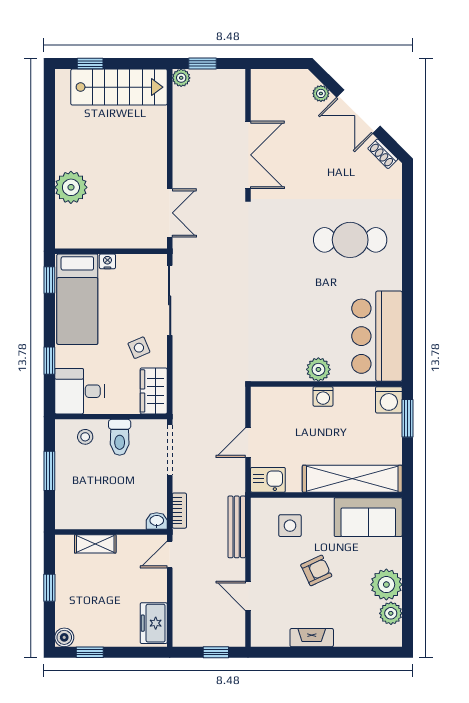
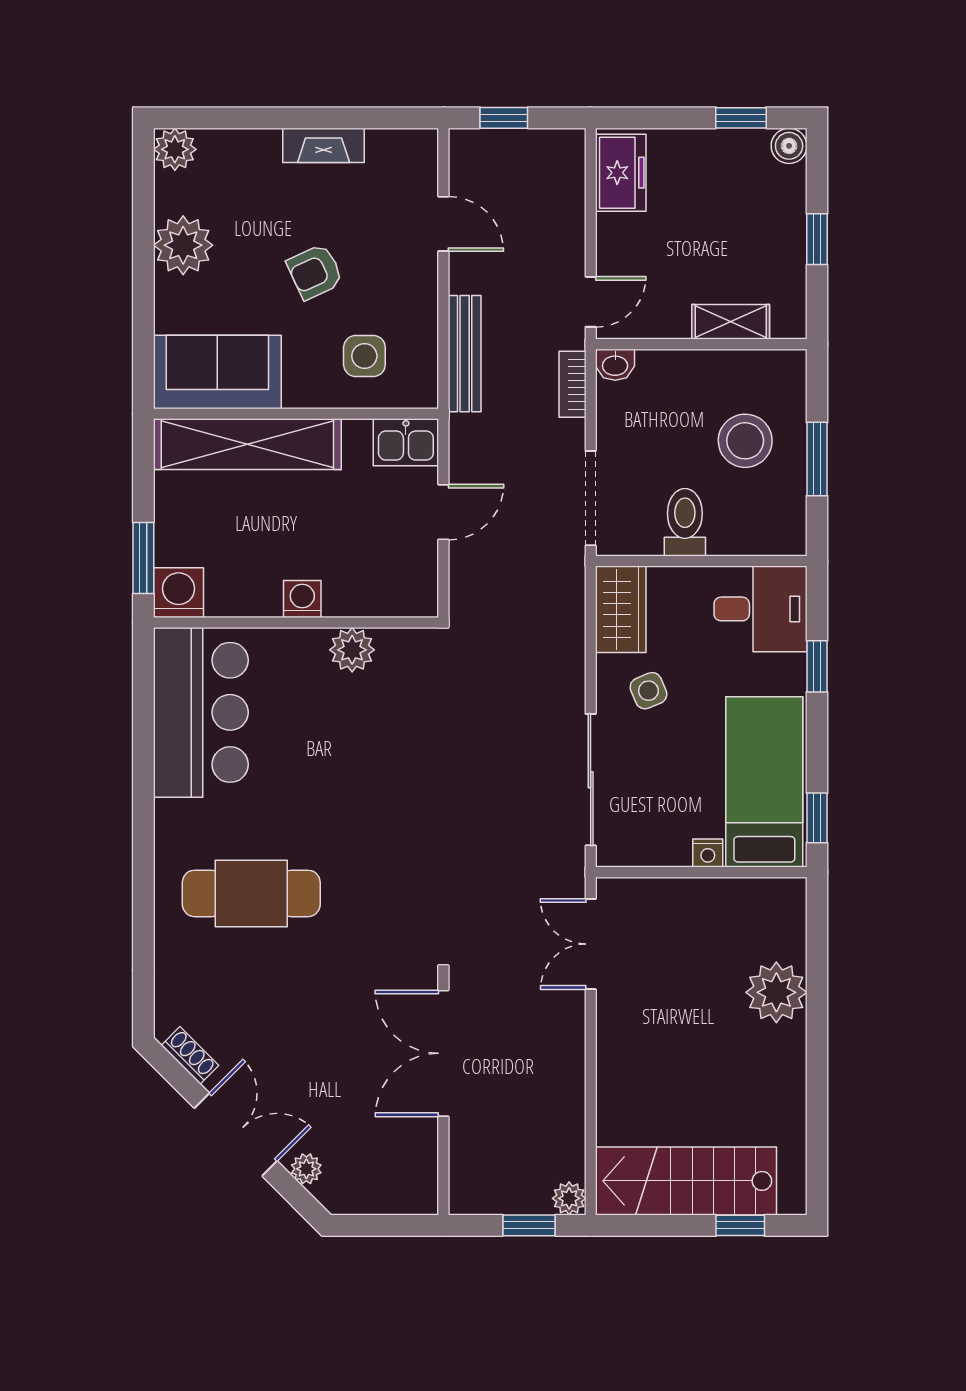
plant: (318, 369) -> (352, 650), moved
stool: (85, 437) -> (745, 441), moved, width x1.89, depth x1.89
plant: (391, 613) -> (175, 149), moved

